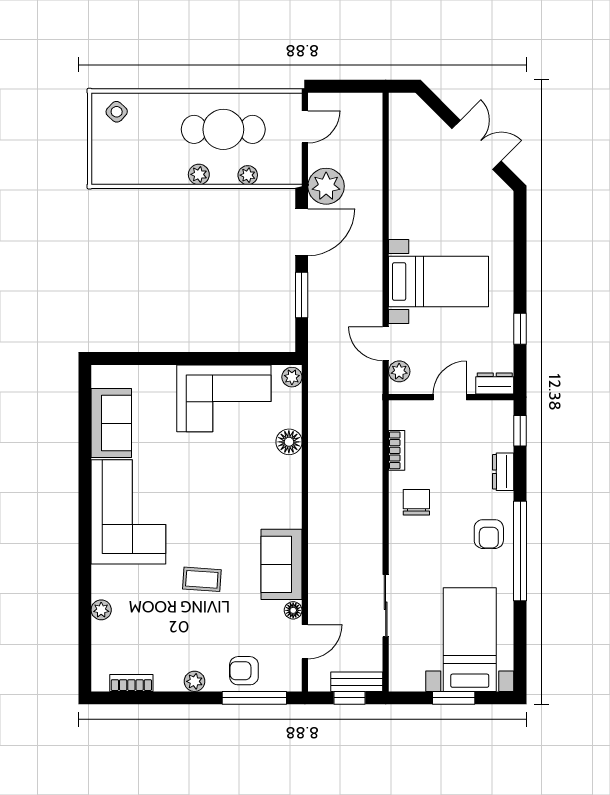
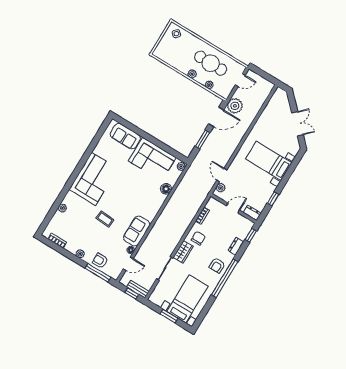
bed with nightstands: (438, 282) -> (269, 161), moved, turned 180
sofa: (111, 423) -> (125, 136), moved, turned 90
wardrobe: (403, 549) -> (183, 252), added

